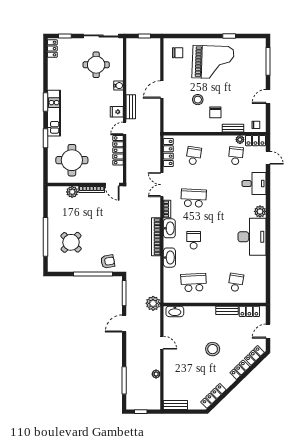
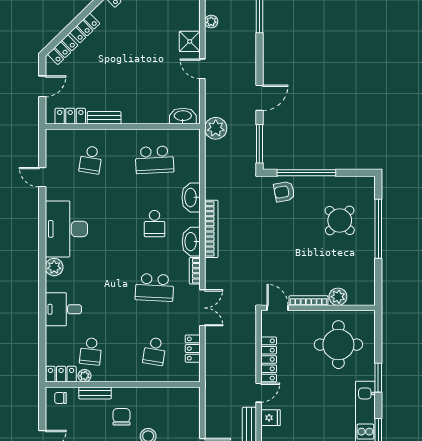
locker: (168, 152) -> (193, 349), width x0.66
door: (268, 158) -> (42, 177), moved
stool: (213, 349) -> (126, 59), removed
shower: (170, 361) -> (190, 41), added

